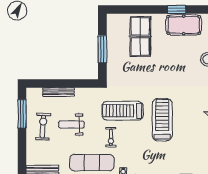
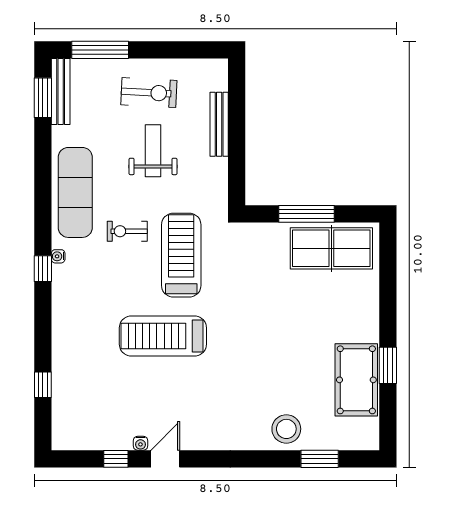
table tennis table: (140, 36) -> (331, 248), moved
window: (22, 114) -> (100, 50), moved
treadmill: (162, 120) -> (163, 336), turned 180

